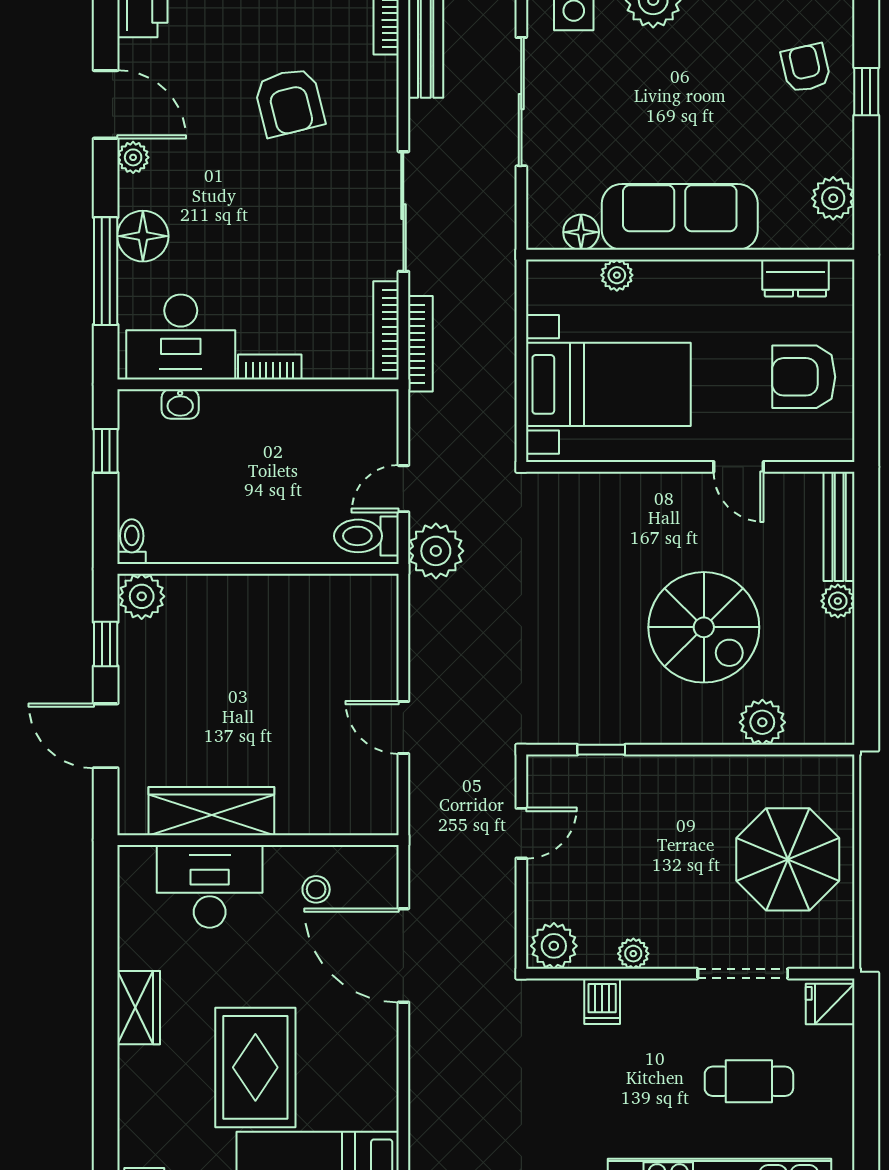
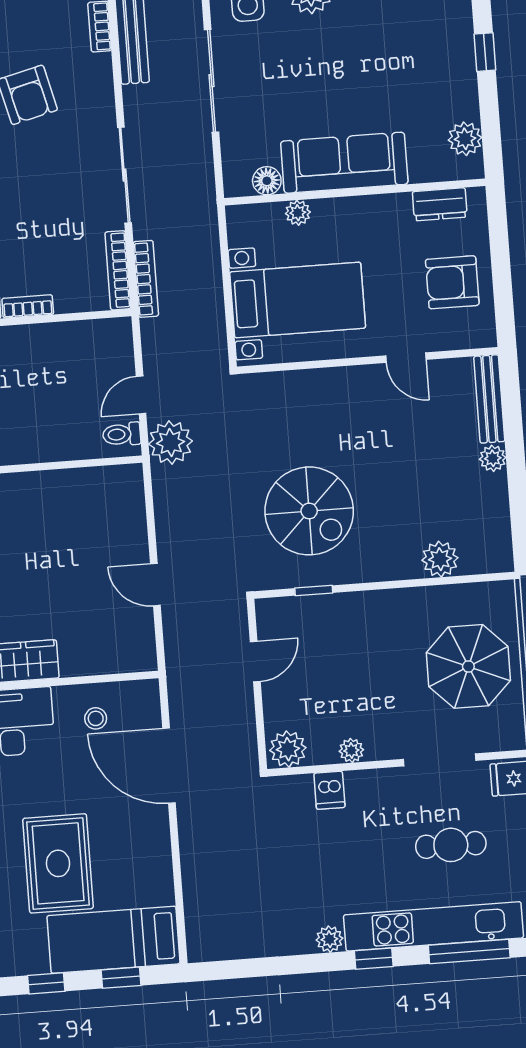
armchair: (806, 68) -> (436, 37), removed
toilet: (366, 536) -> (122, 434), width x0.73, depth x0.72
spiral stairs: (704, 627) -> (309, 511), moved

